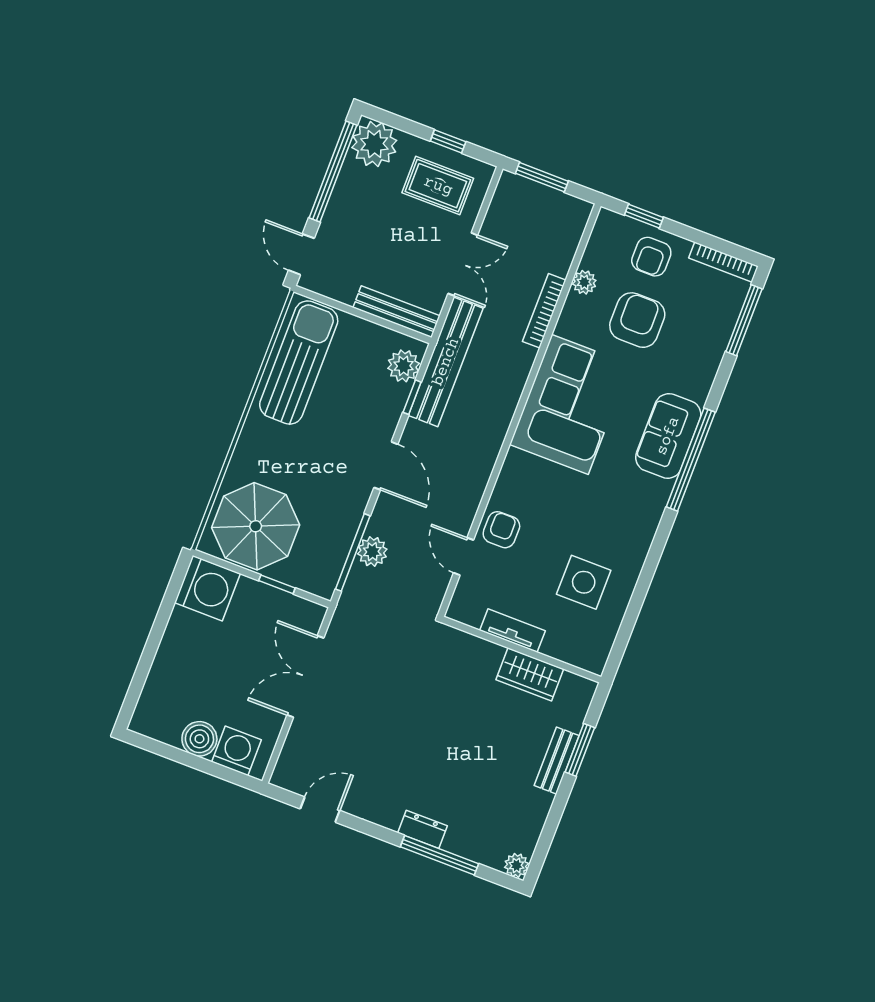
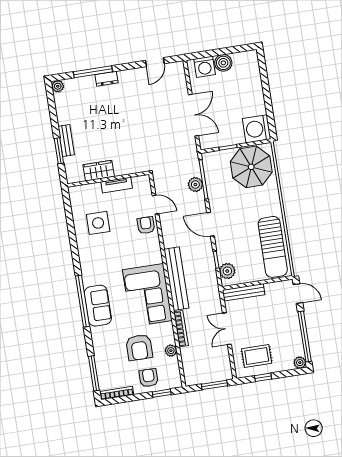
plant: (374, 144) -> (300, 363), width x0.53, depth x0.53
bench: (446, 362) -> (176, 279), moved
armchair: (501, 530) -> (146, 225), turned 180

